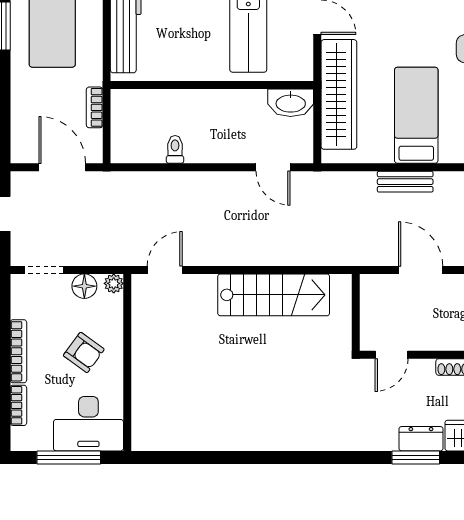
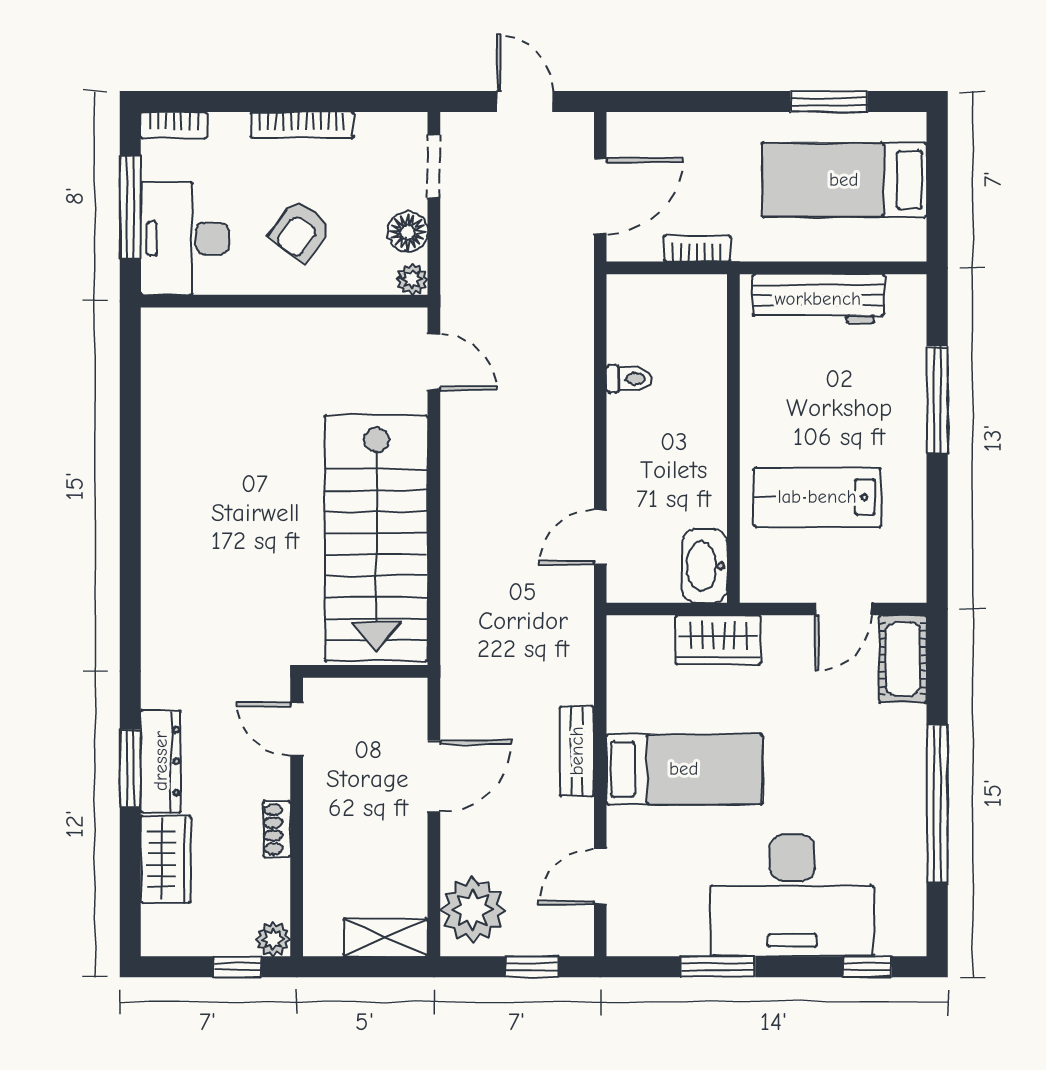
wardrobe: (339, 94) -> (718, 640), width x0.48, depth x0.85
stairs: (274, 295) -> (376, 538), width x1.36, depth x1.51
bookcase: (18, 405) -> (174, 125), moved
dresser: (421, 439) -> (161, 761), width x1.44

